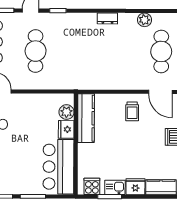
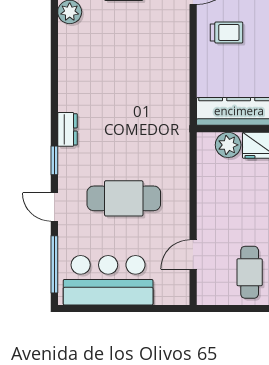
dresser: (107, 18) -> (67, 129), moved

